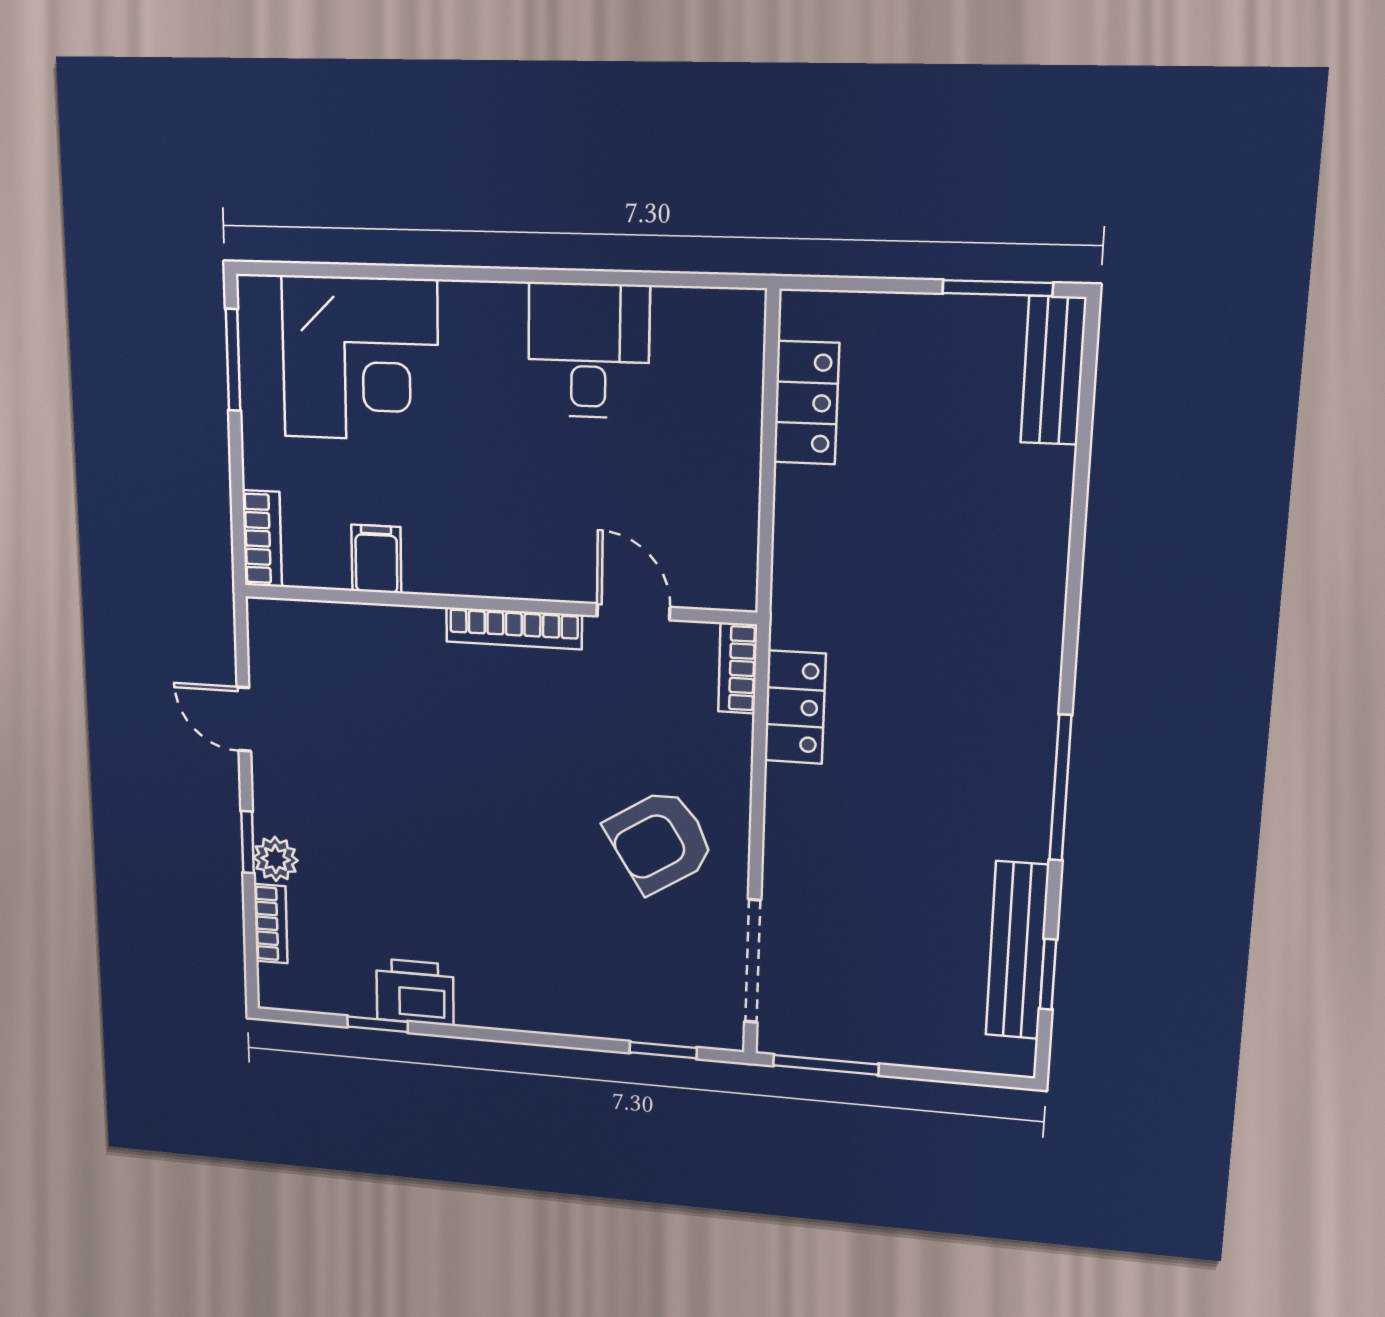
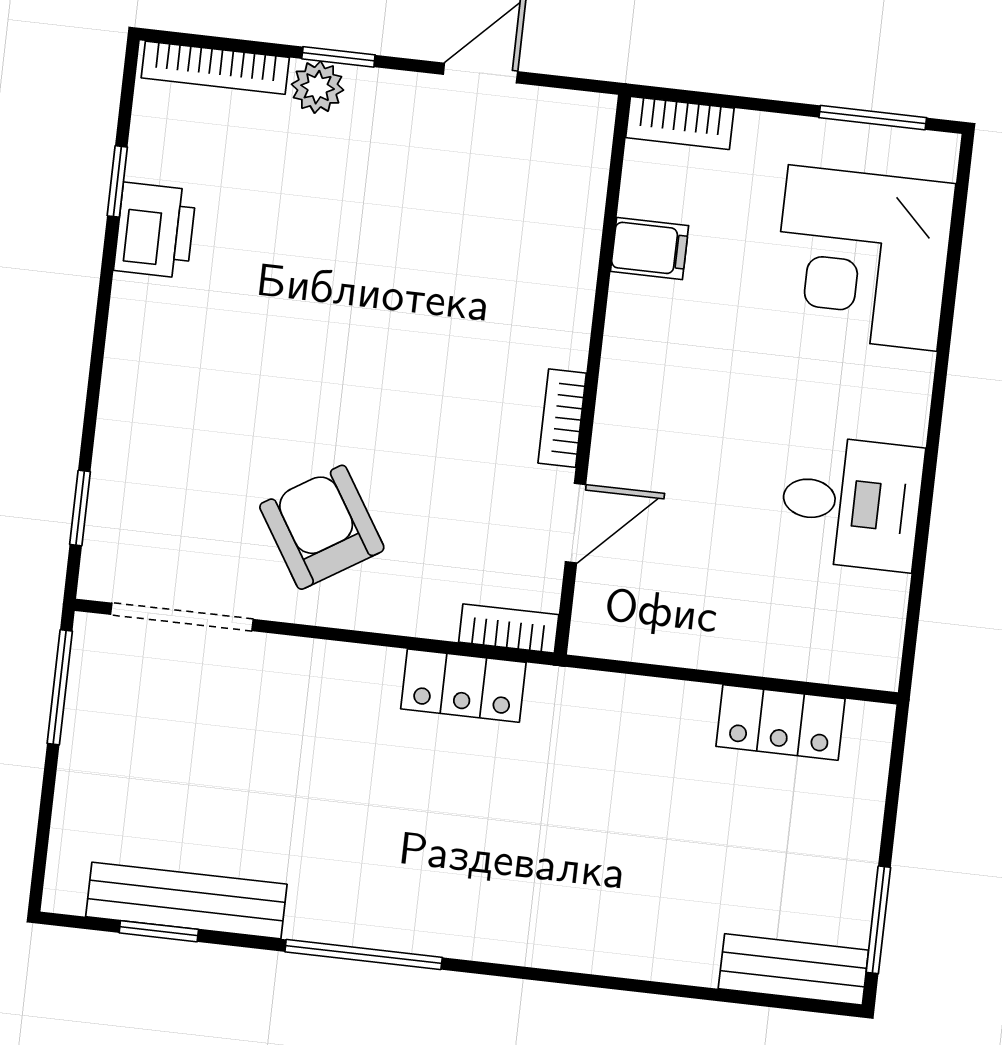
bookcase: (514, 628) -> (562, 418), width x0.64
bookcase: (271, 924) -> (215, 68), width x1.56

